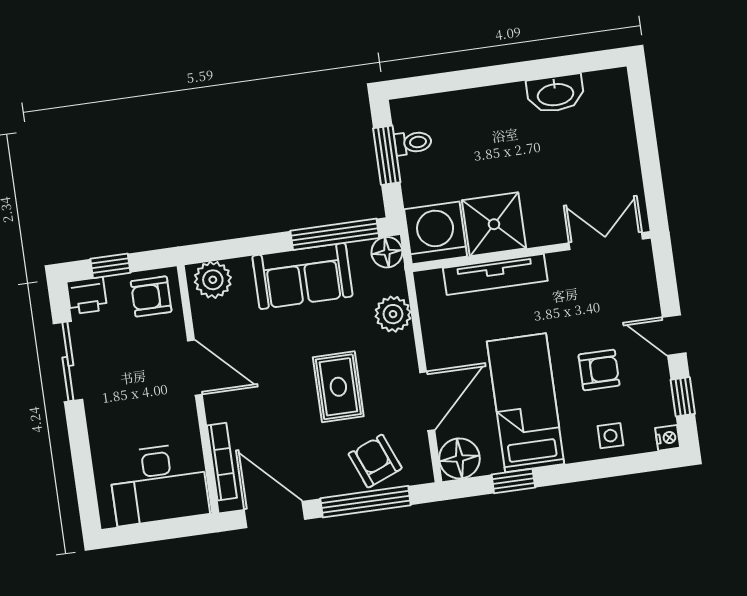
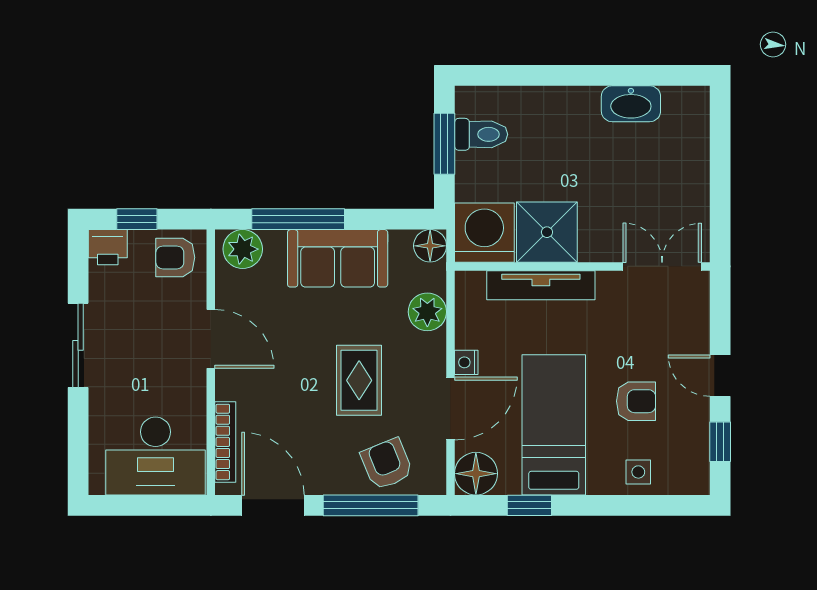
toilet: (413, 143) -> (481, 134), width x1.37, depth x1.39
window: (335, 234) -> (298, 219), moved
sliding door: (68, 361) -> (78, 345), moved
nightstand: (668, 438) -> (466, 362), moved, turned 180

